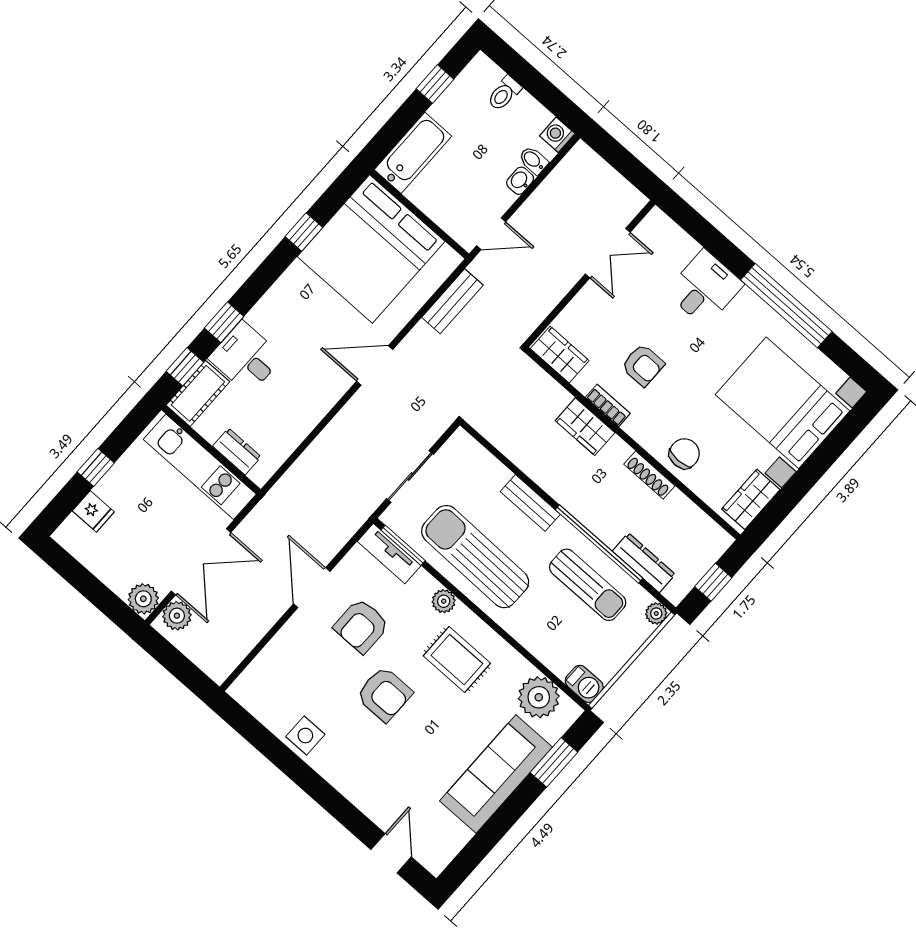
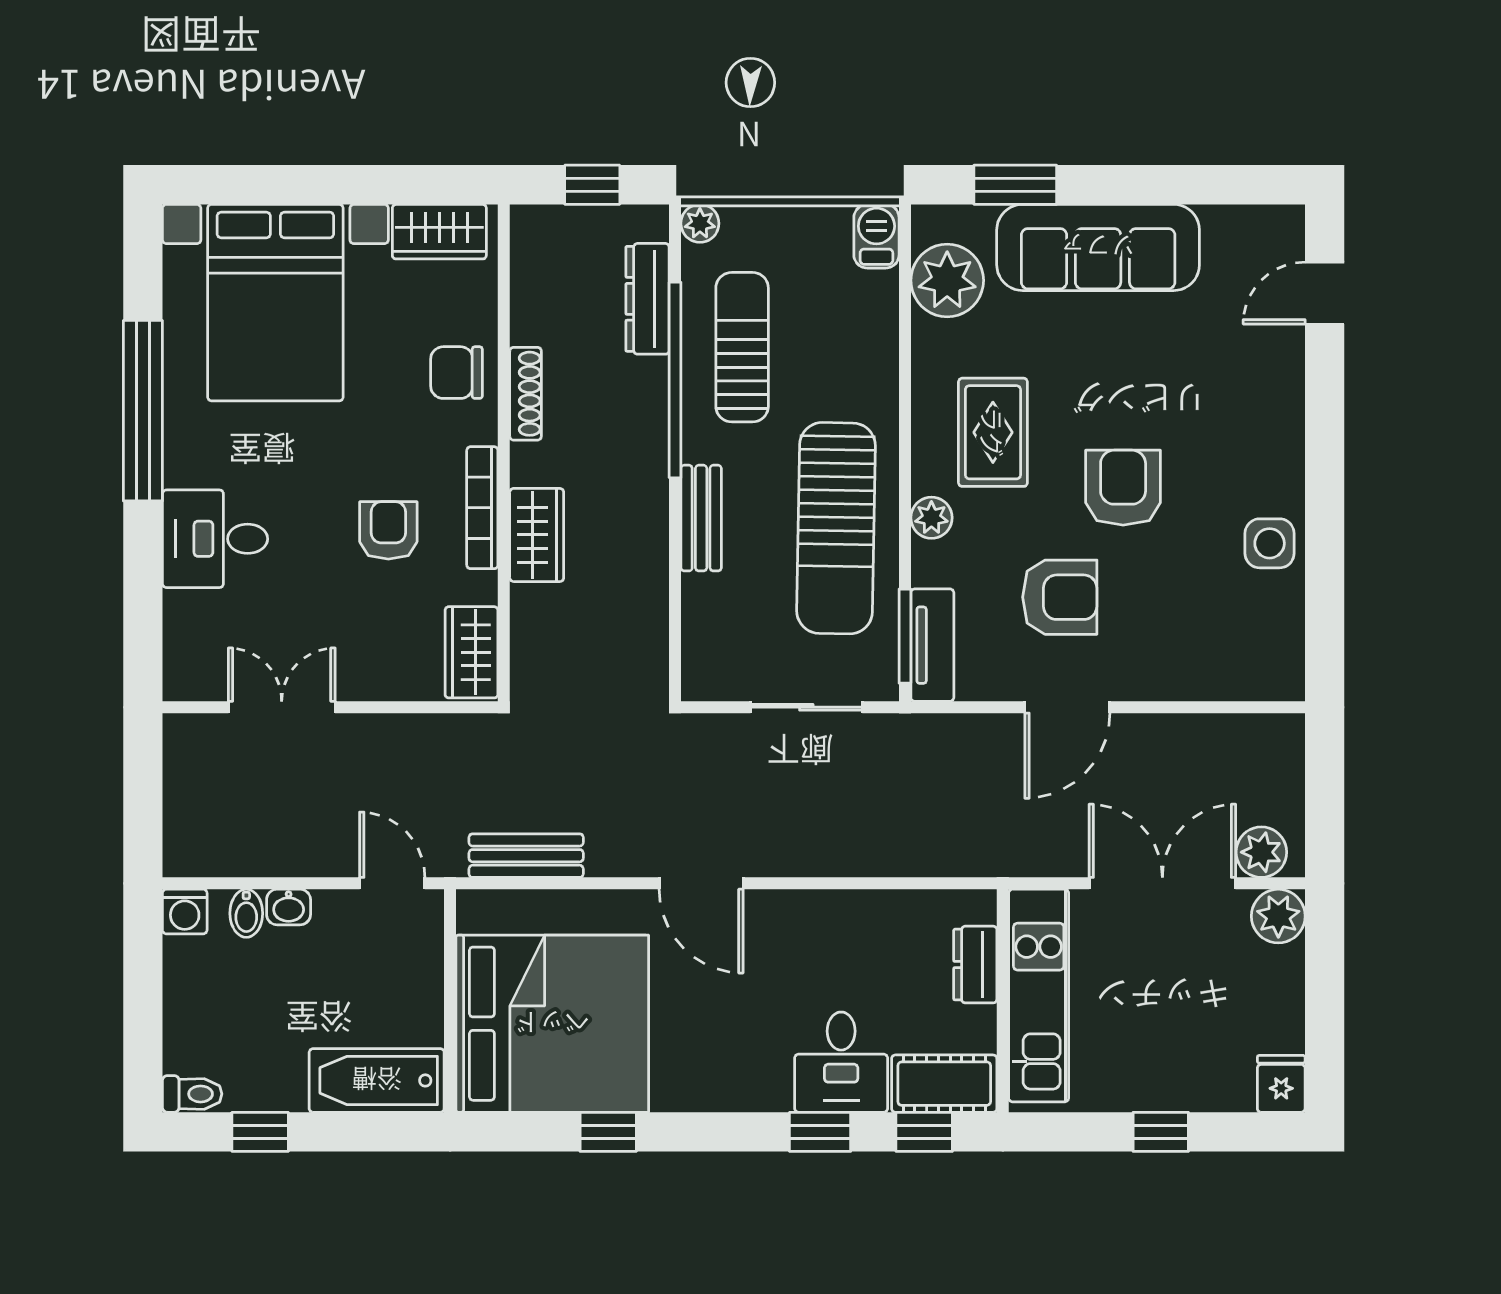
toilet: (504, 93) -> (192, 1094), moved
bookcase: (608, 405) -> (482, 508), width x1.56
fridge: (93, 511) -> (1281, 1084), moved

